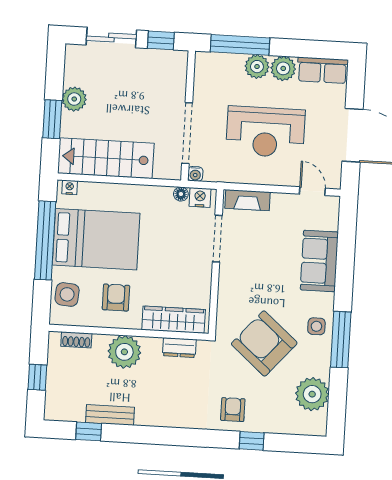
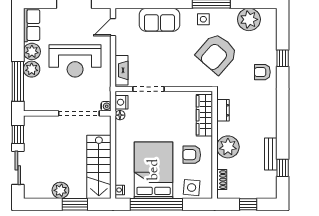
reception desk: (265, 132) -> (75, 61), turned 90

